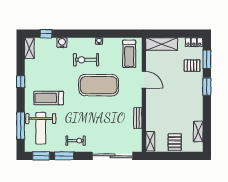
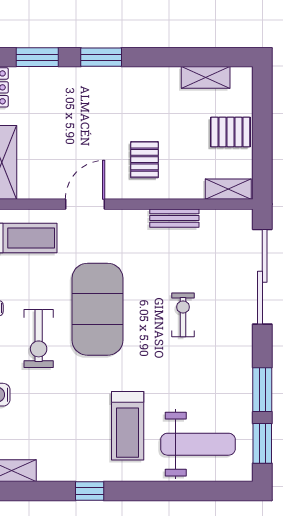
pallet: (192, 66) -> (145, 160), moved
window: (21, 126) -> (192, 491), removed
exercise bike: (76, 141) -> (183, 315), moved

